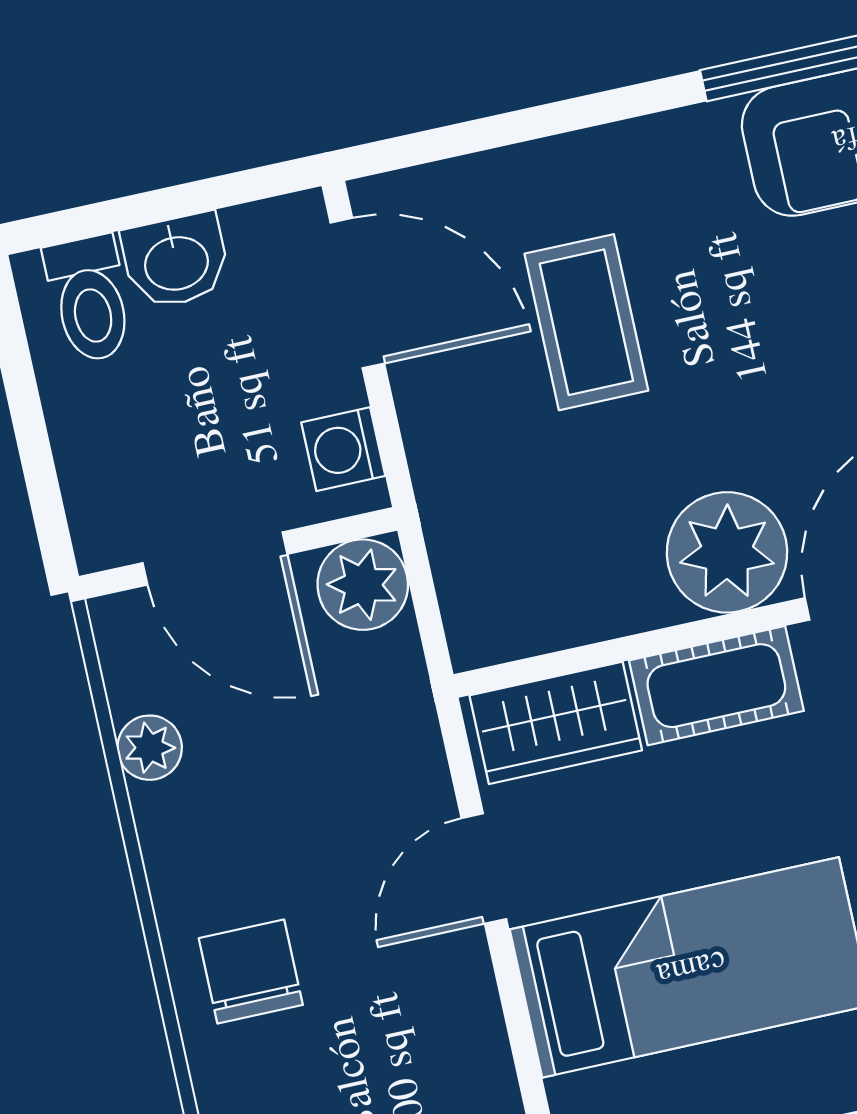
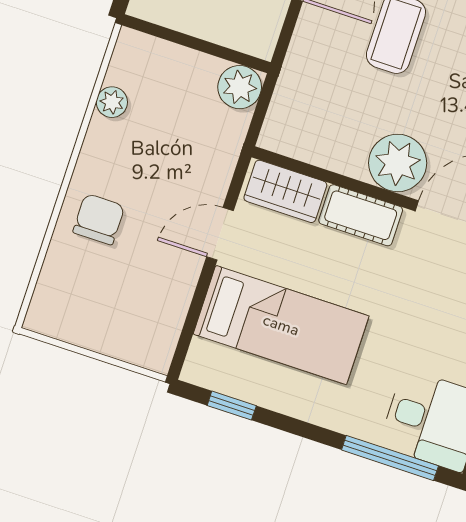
washing machine: (343, 449) -> (265, 26), removed
door: (215, 558) -> (185, 40), removed

